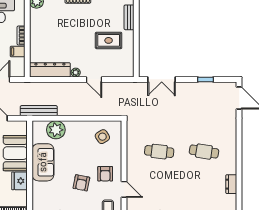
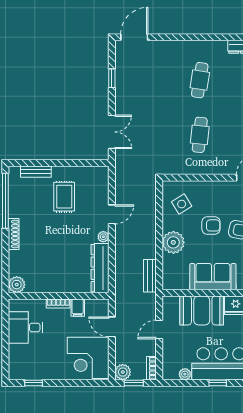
bench: (39, 111) -> (150, 276), width x0.73
plant: (56, 130) -> (173, 242), moved
armchair: (105, 174) -> (211, 225), moved

